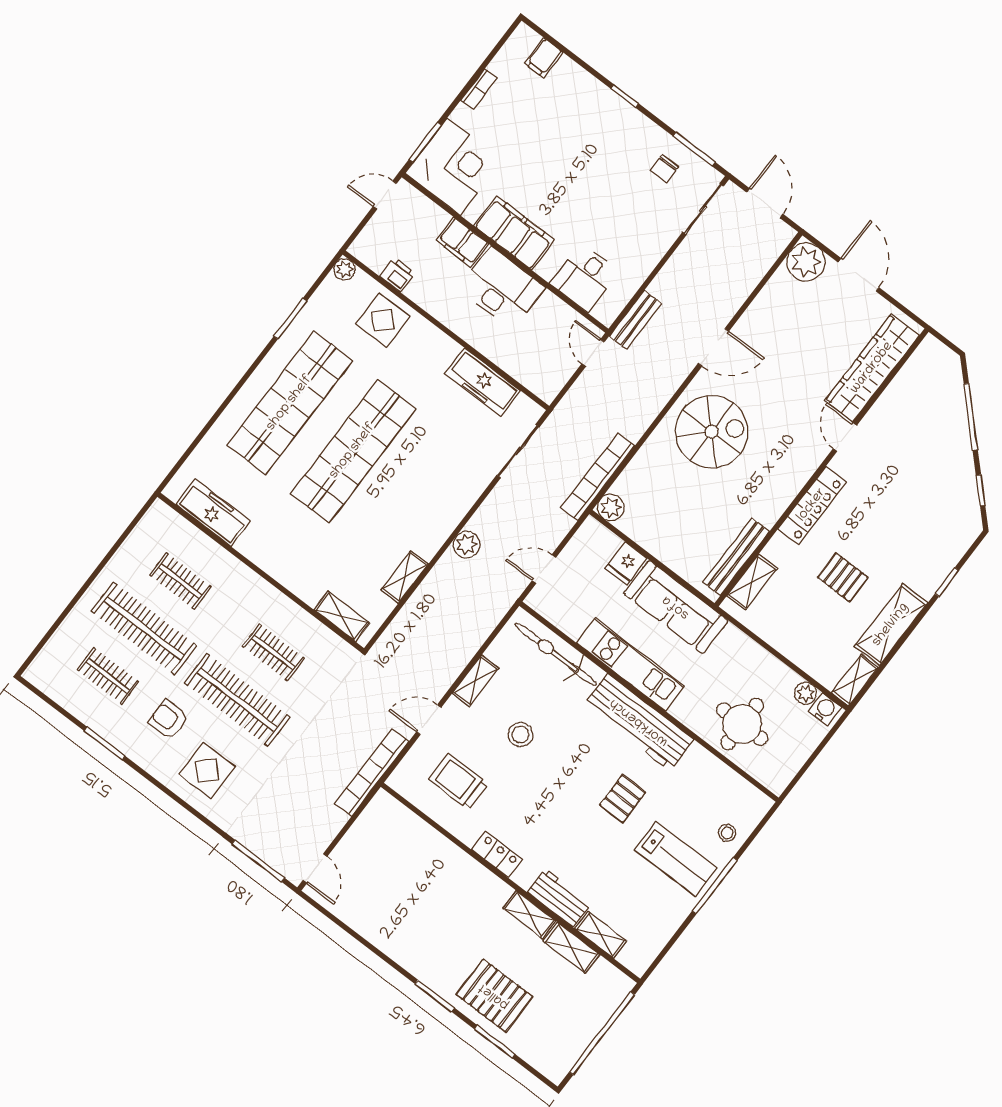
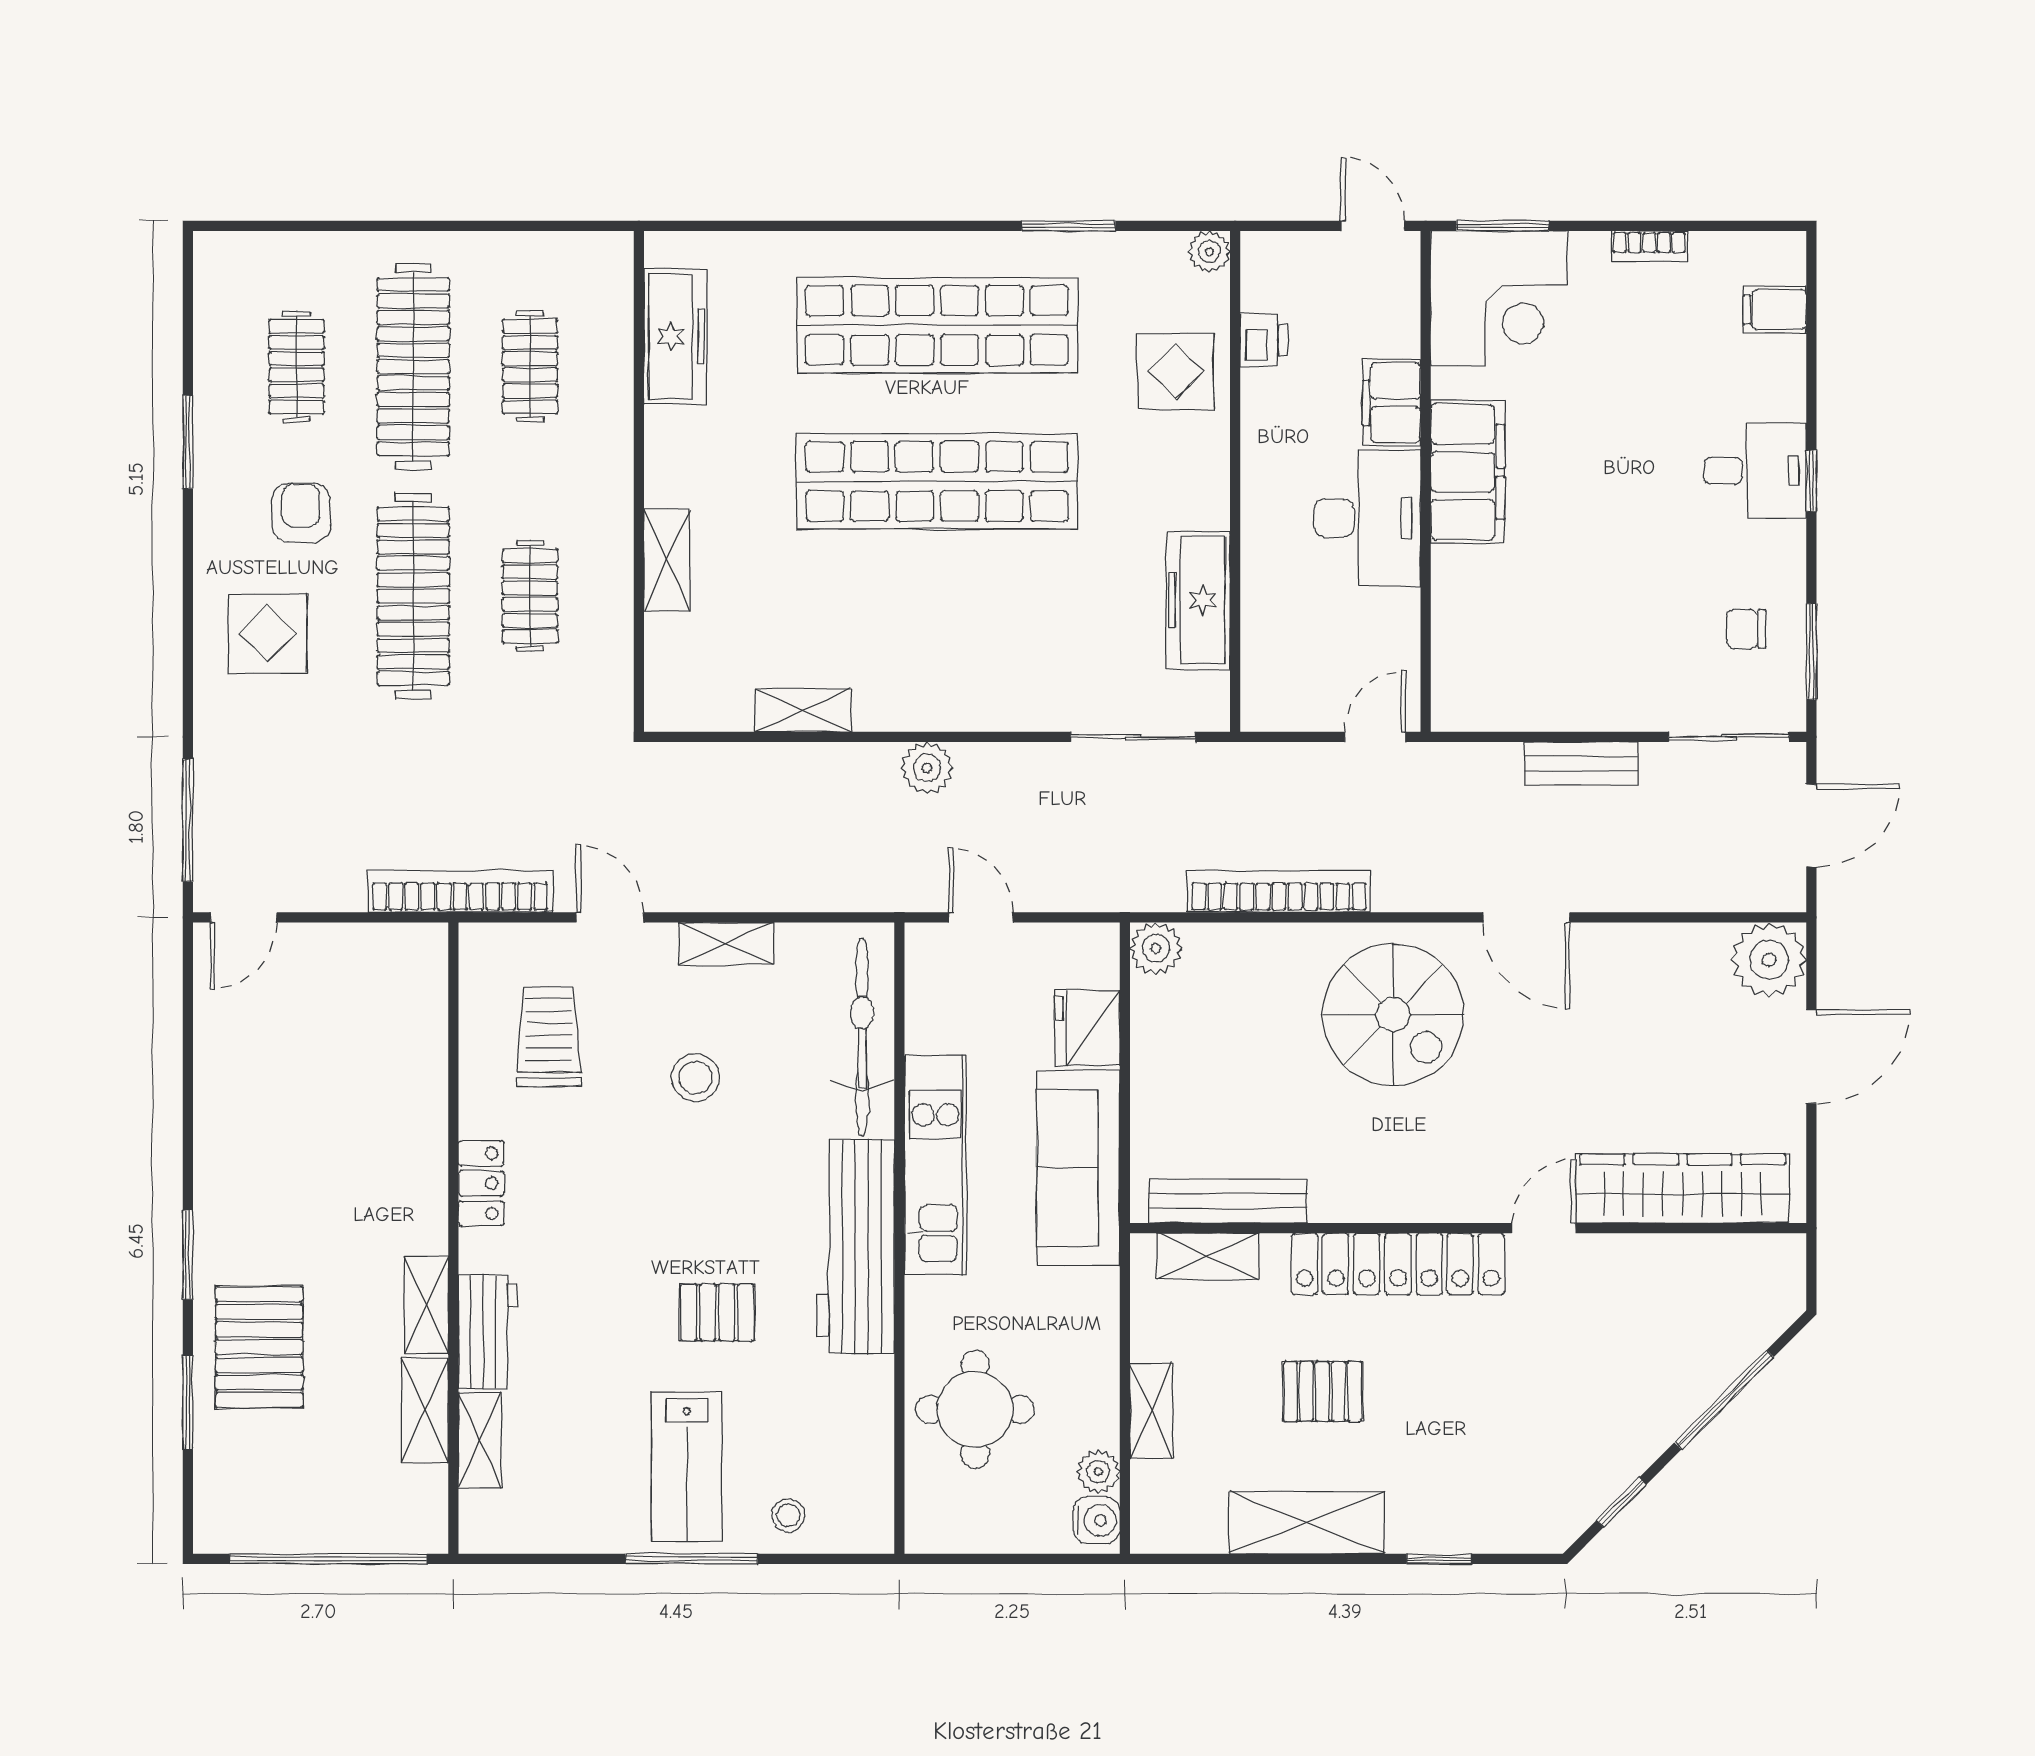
desk: (585, 278) -> (1755, 471), moved, turned 180
bench: (635, 320) -> (1582, 764), moved
bookcase: (598, 477) -> (1279, 892), moved
locker: (812, 505) -> (1398, 1264), width x1.41, depth x1.21
fridge: (626, 563) -> (1087, 1028), width x1.38
pallet: (843, 577) -> (1323, 1391), turned 90
shelving: (342, 616) -> (667, 560), moved
shelving: (855, 680) -> (1151, 1411), moved, turned 90

